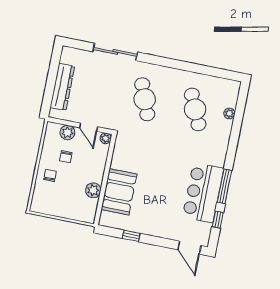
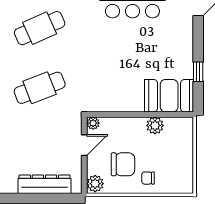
plant: (67, 133) -> (95, 184), moved
chair: (66, 157) -> (123, 164), width x1.87, depth x1.87
booth: (119, 192) -> (169, 96), moved

